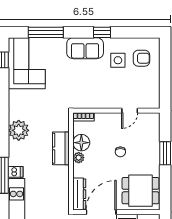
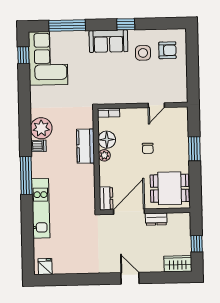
dishwasher: (16, 172) -> (38, 146), moved
dresser: (79, 194) -> (106, 198), width x0.70

